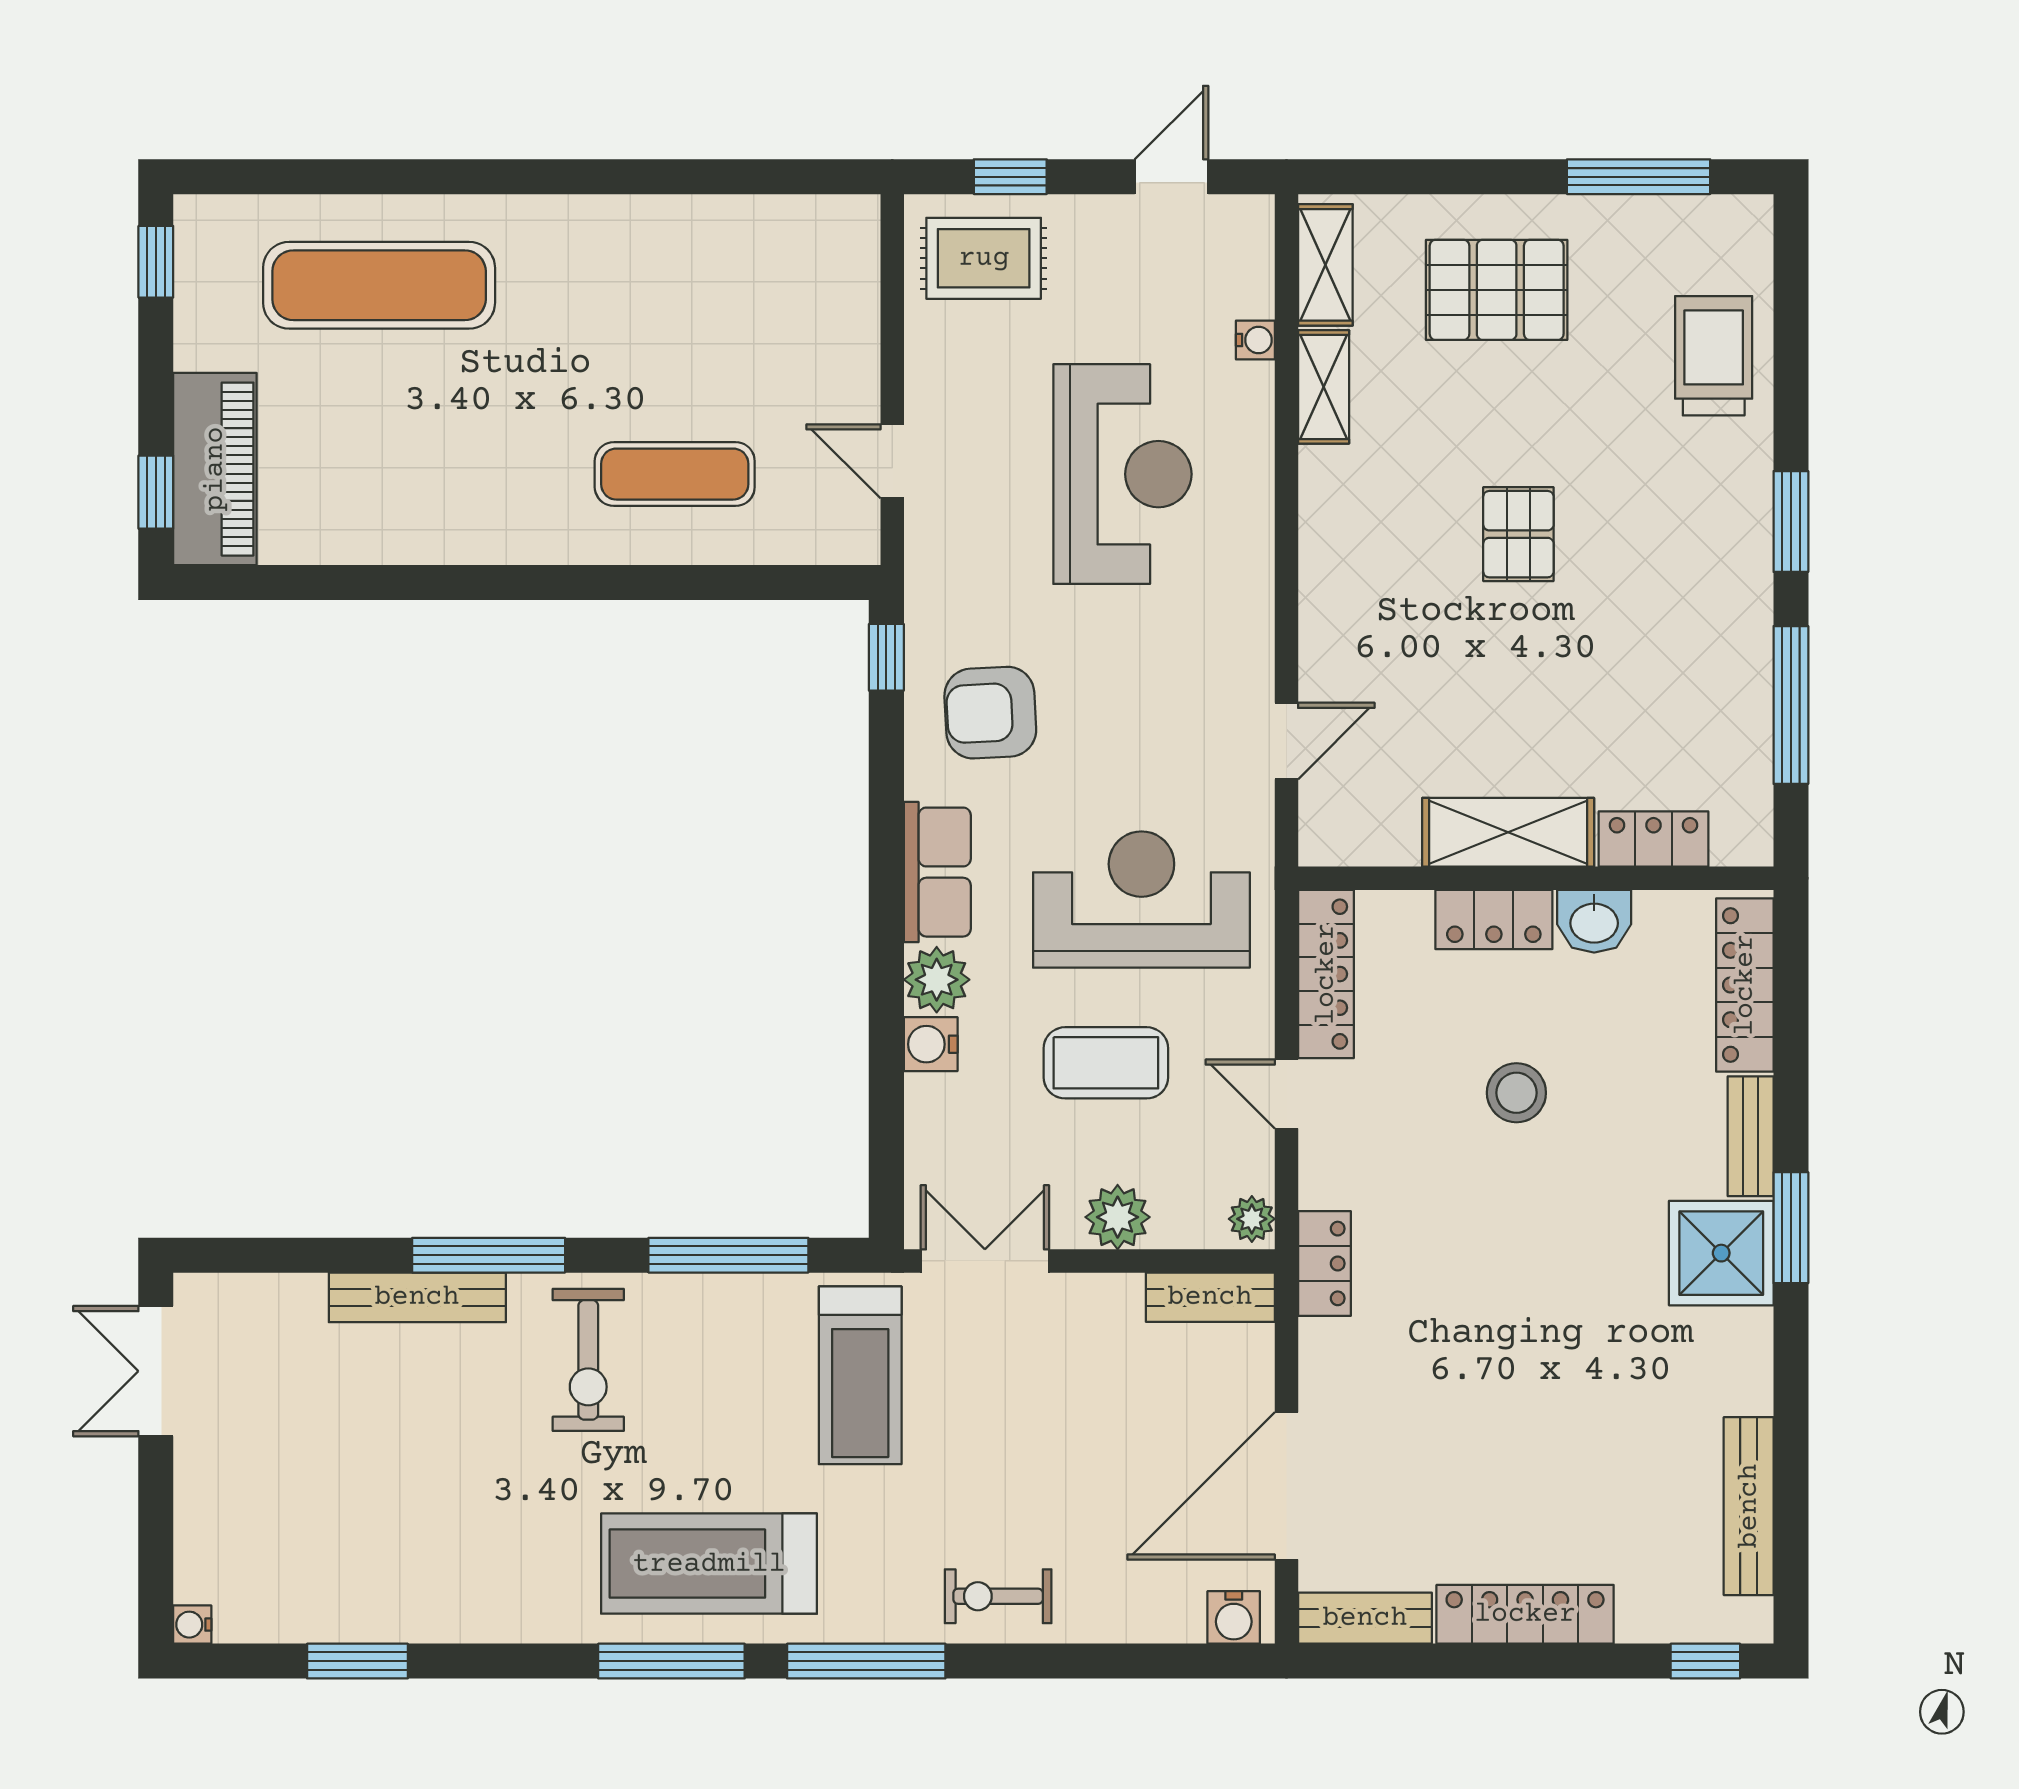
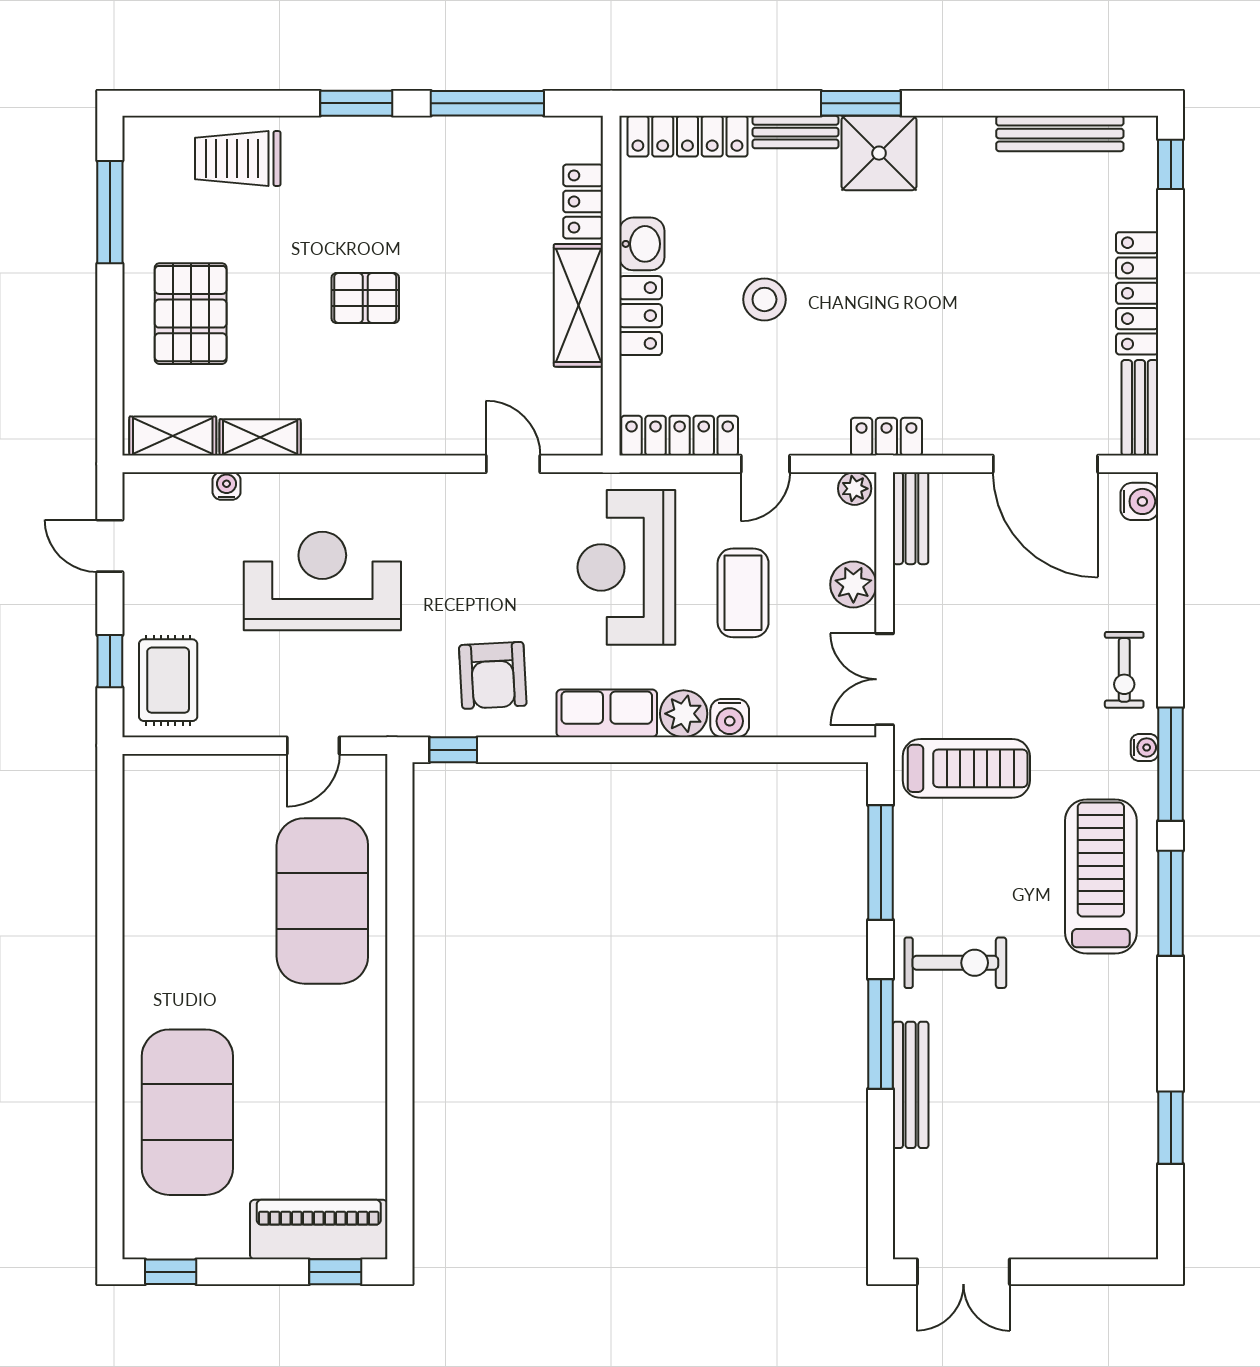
exercise mat: (379, 285) -> (187, 1112), width x1.47
exercise mat: (675, 474) -> (322, 901), width x2.00, depth x1.45
treadmill: (709, 1564) -> (1101, 876), turned 180
water cooler: (192, 1625) -> (1144, 747), moved, turned -90

